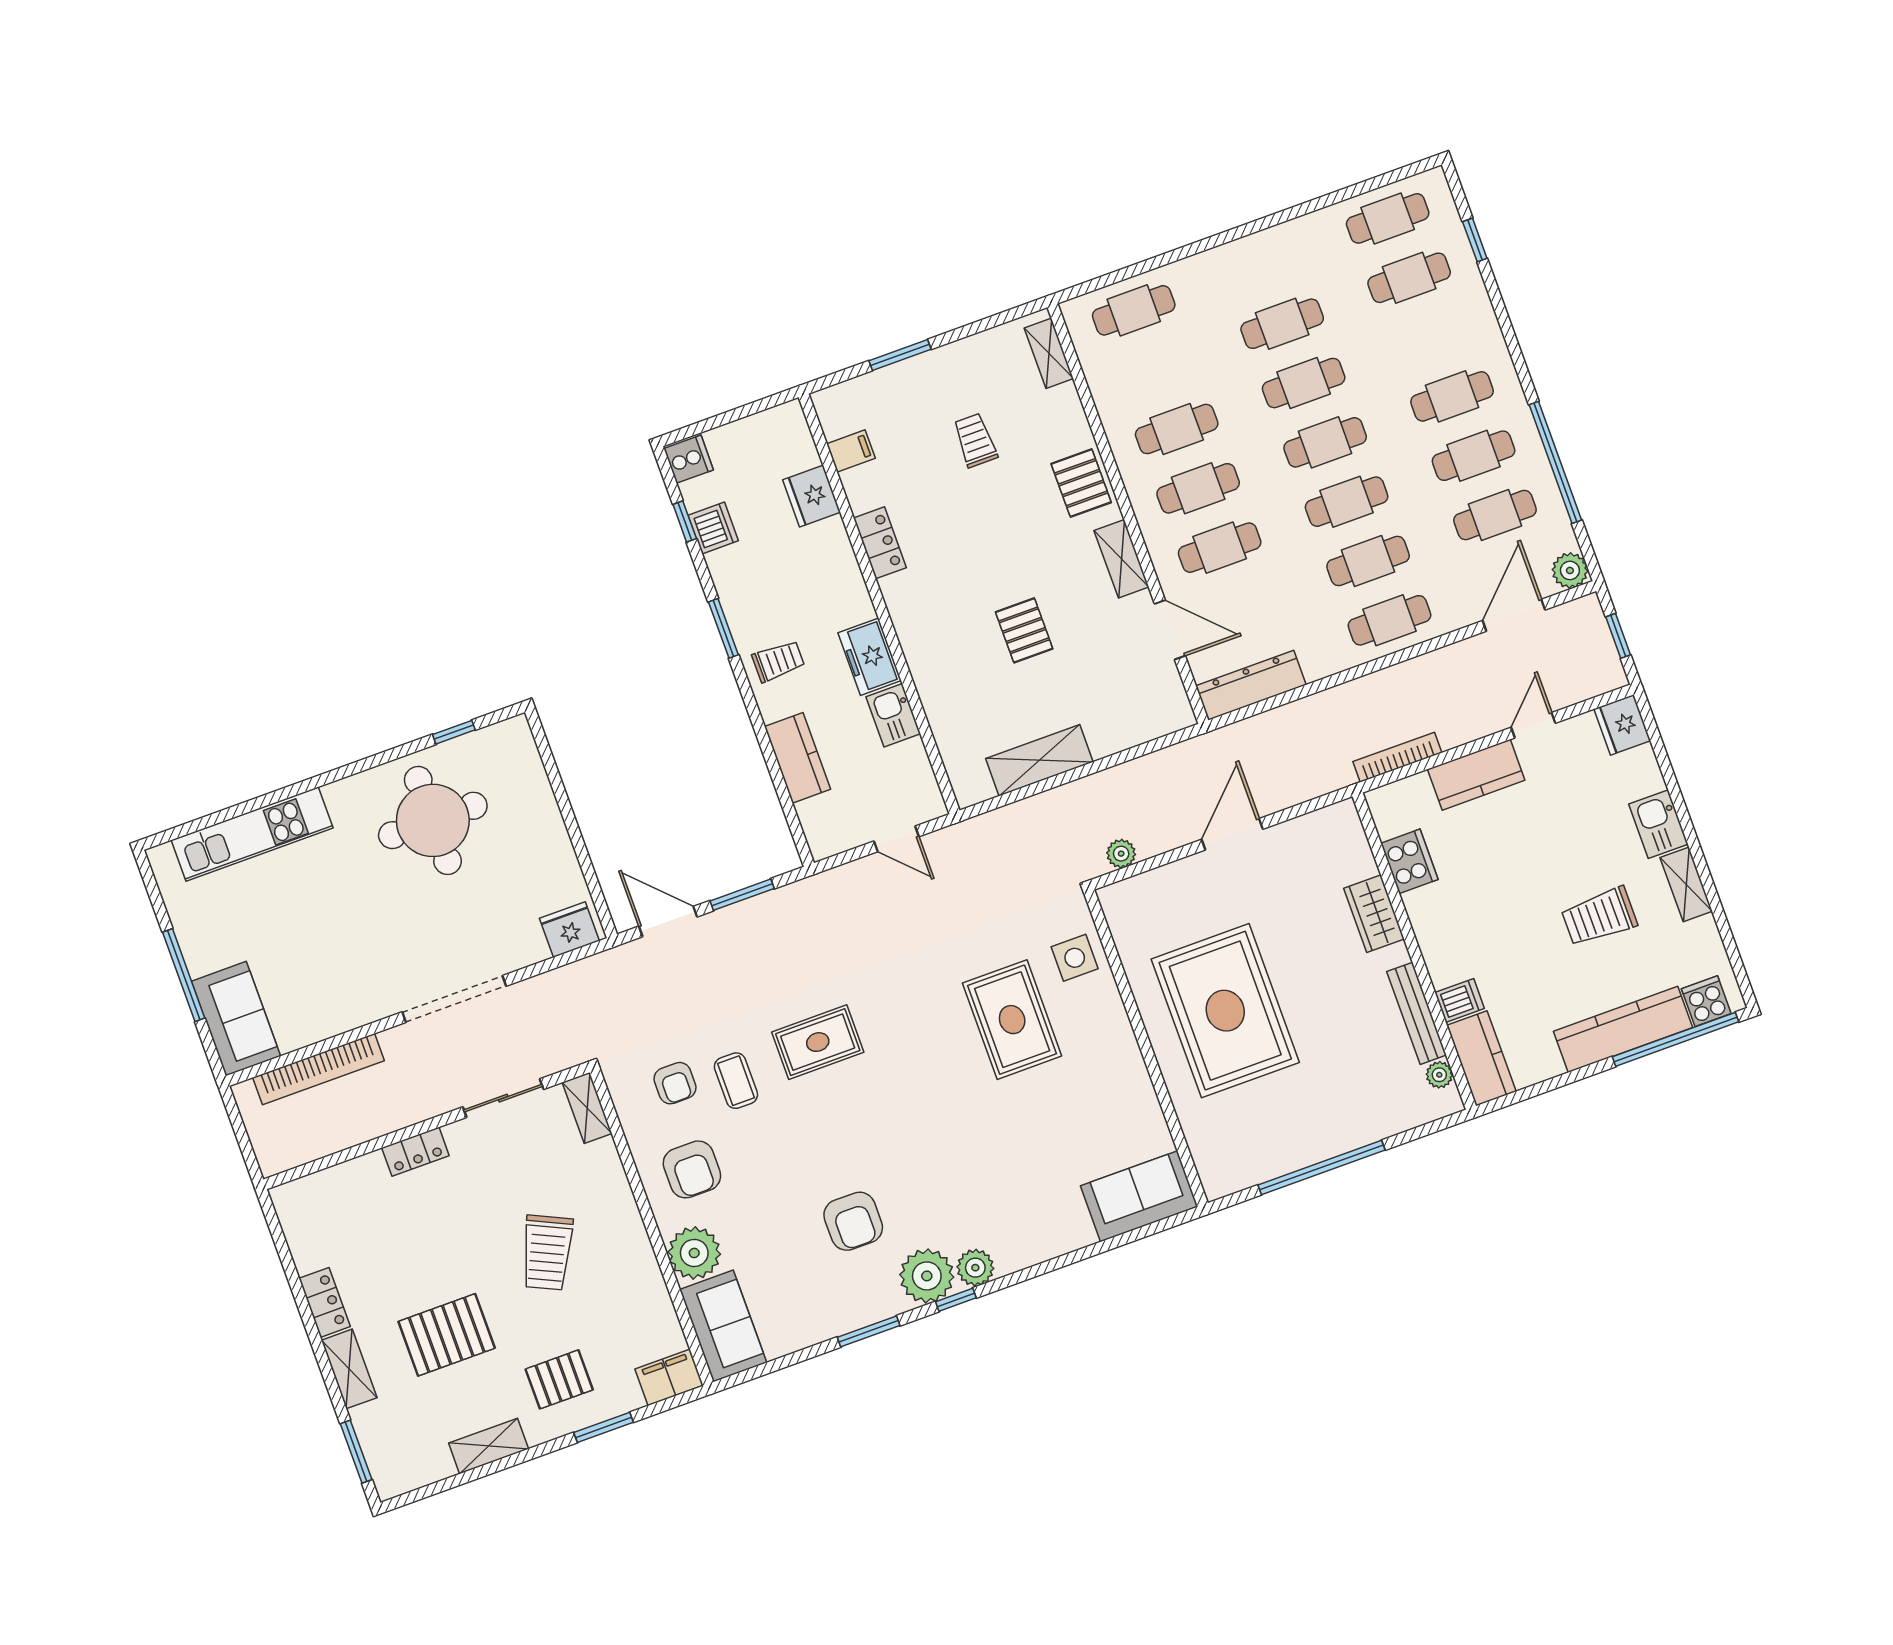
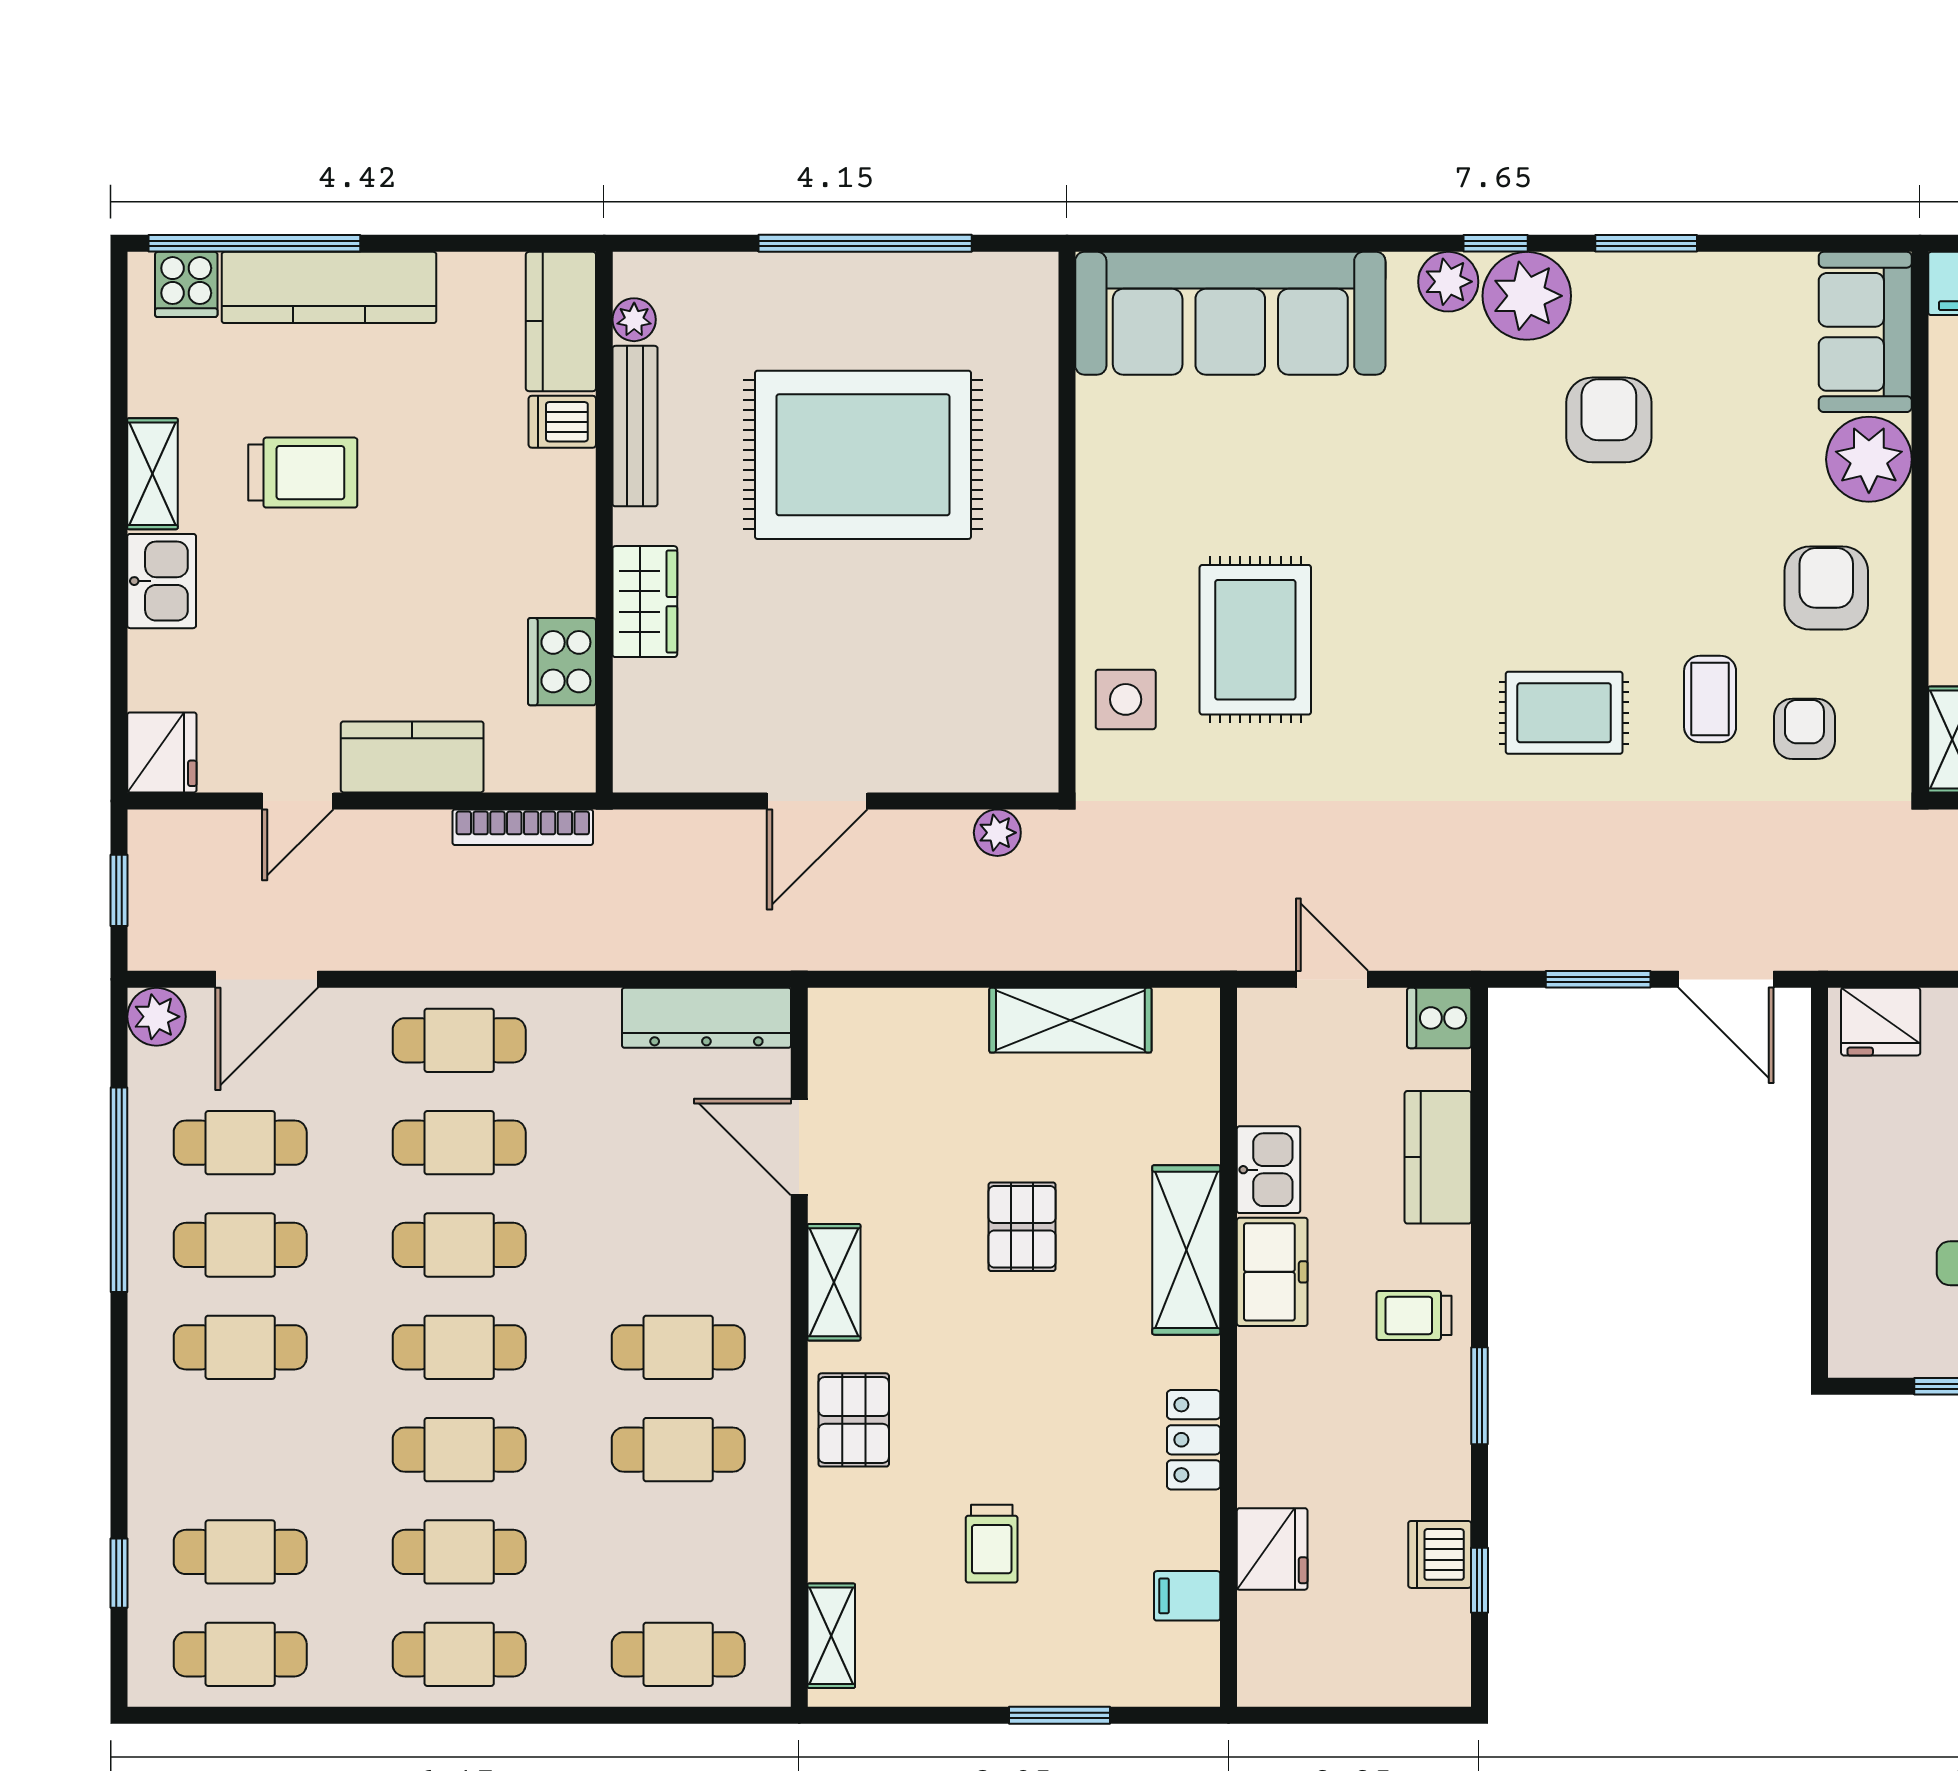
cooker: (689, 459) -> (1439, 1018), moved
cafe table: (1220, 548) -> (459, 1654), moved
shelving: (924, 651) -> (1186, 1250), added
rug: (1225, 1011) -> (863, 455), moved, turned 90
sofa: (1139, 1196) -> (1230, 313), width x1.85, depth x1.27

